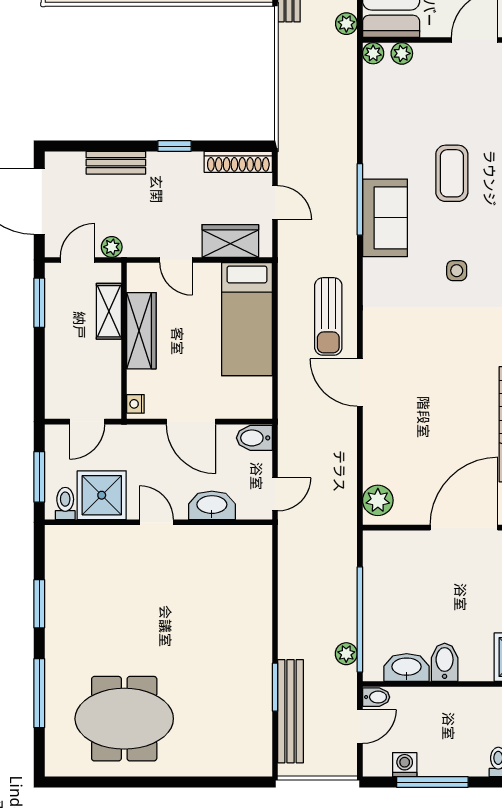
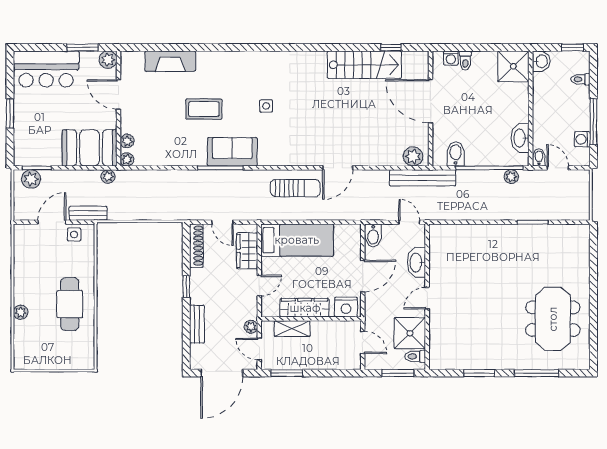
door: (275, 203) -> (223, 222), swing flipped
nightstand: (135, 404) -> (346, 307), width x1.89, depth x1.79
bidet: (445, 662) -> (456, 154), moved, turned 90
bench: (291, 711) -> (423, 178), moved

